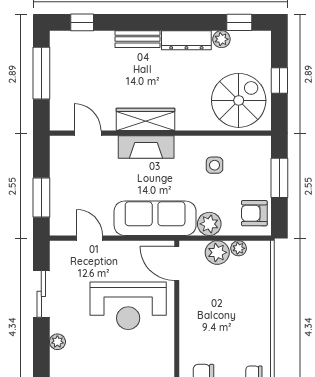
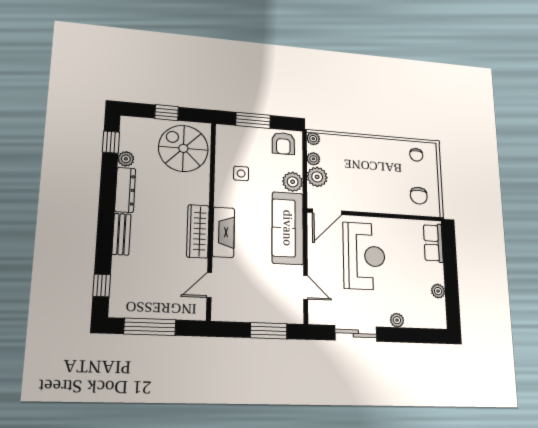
door: (90, 238) -> (306, 287), swing flipped
plant: (263, 248) -> (313, 139), added

